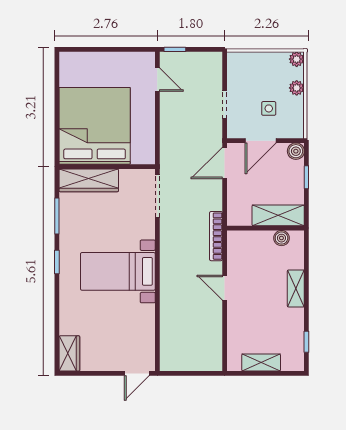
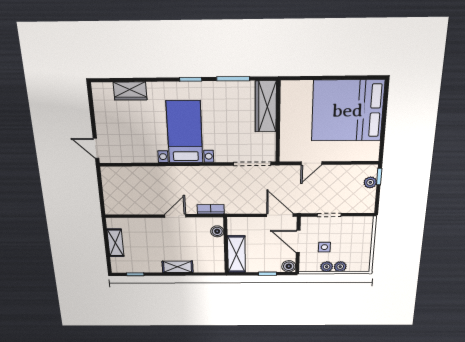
plant: (182, 59) -> (370, 182), added
plant: (297, 59) -> (327, 267), moved
door: (157, 80) -> (311, 163), moved
bed: (95, 126) -> (348, 111), moved, turned 180
bookcase: (216, 236) -> (211, 209), width x0.64
boiler: (281, 238) -> (217, 231), moved
wardrobe: (69, 353) -> (130, 91), moved

